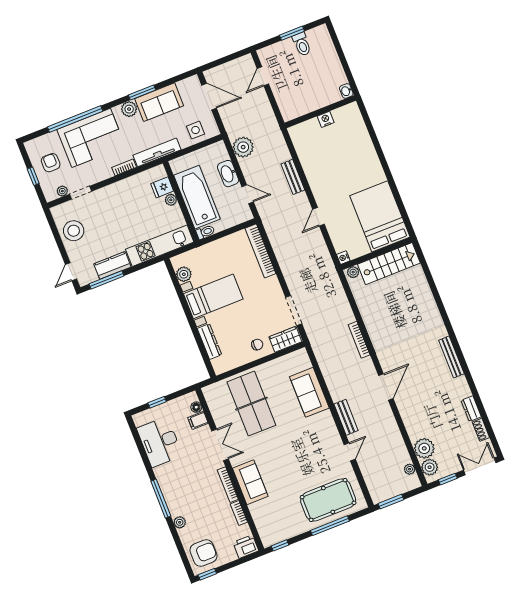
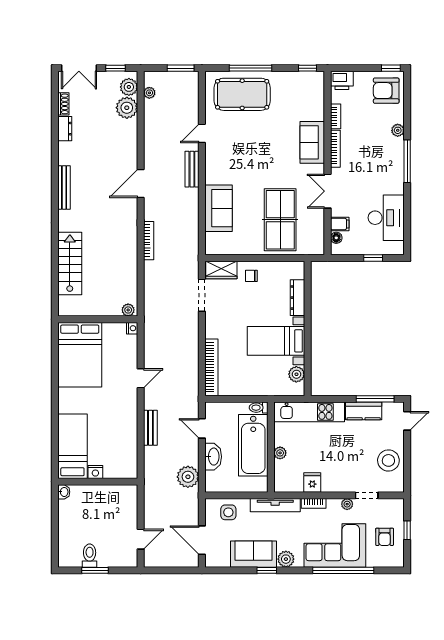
window: (142, 93) -> (267, 570), width x0.67
bed: (355, 134) -> (72, 446), added
fridge: (162, 187) -> (312, 482), moved, turned -90
plant: (62, 191) -> (347, 504), moved
stairs: (389, 264) -> (70, 263), moved, turned 90

